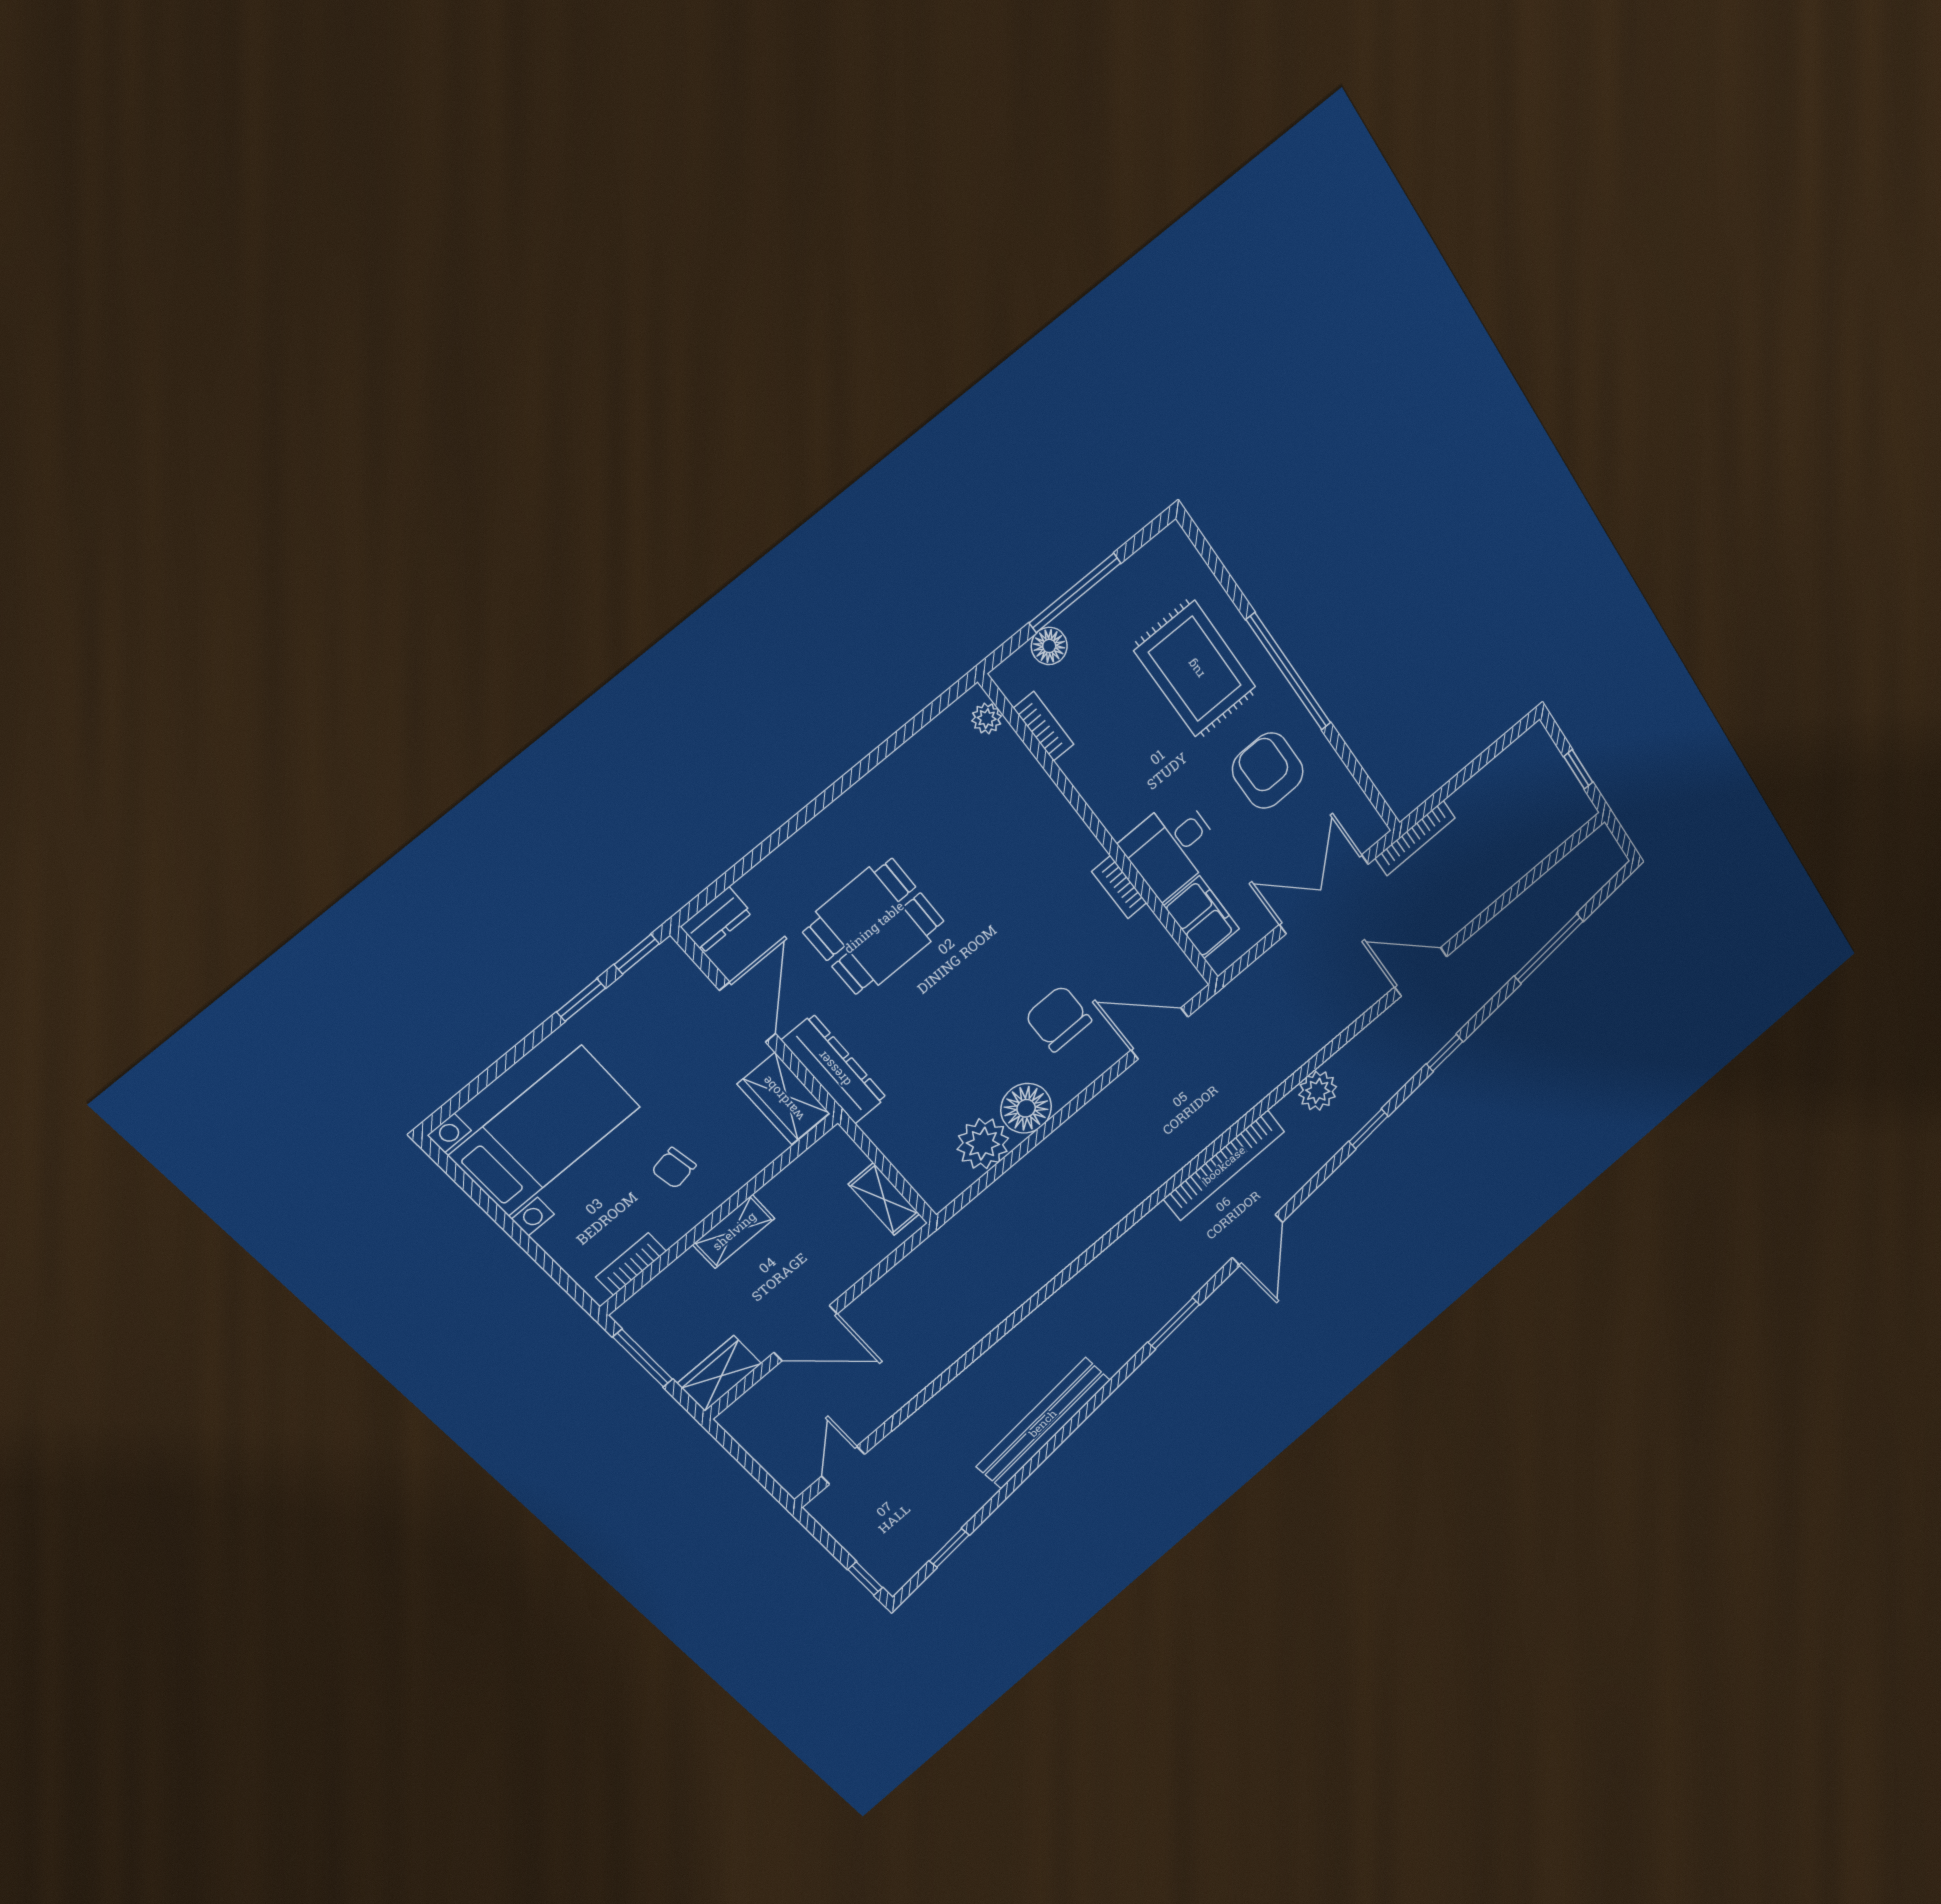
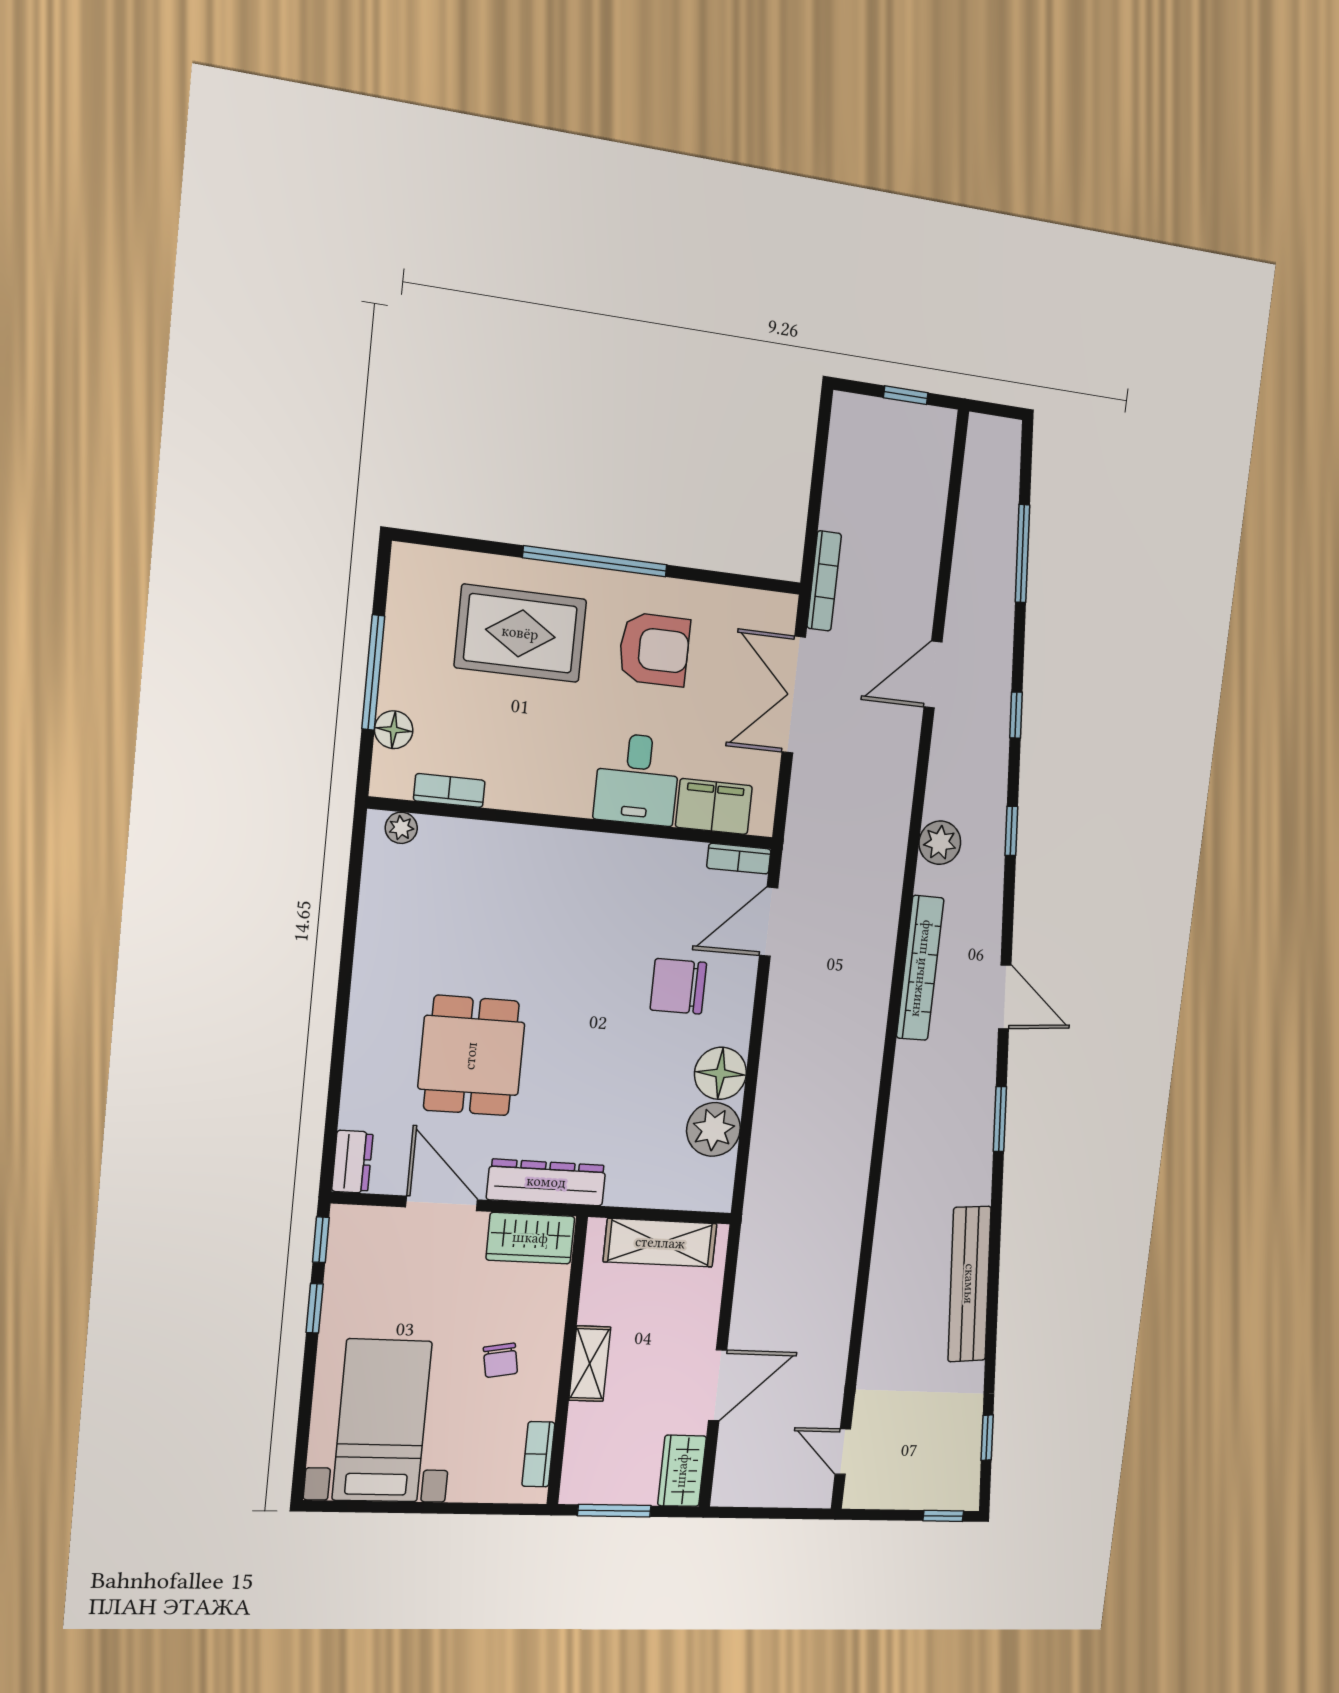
armchair: (1268, 771) -> (654, 649), turned 180
bookcase: (1119, 887) -> (739, 859), moved
shelving: (884, 1199) -> (660, 1243), width x1.50, depth x1.33

